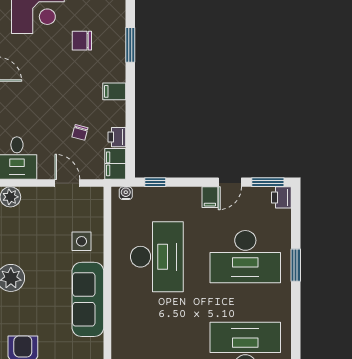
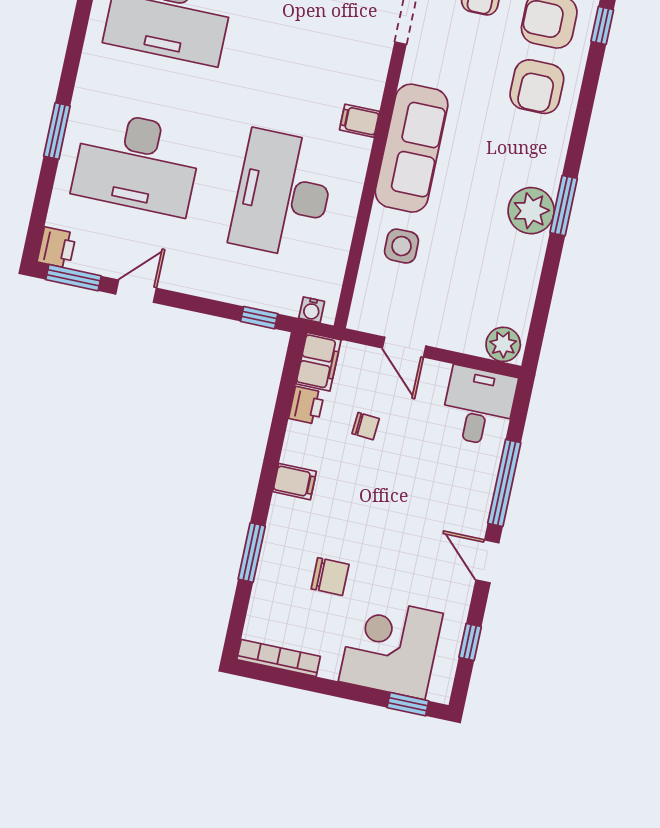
chair: (80, 132) -> (366, 426), turned 79
filing cabinet: (210, 197) -> (359, 121), moved, turned -90
desk: (245, 257) -> (137, 163), turned 180

